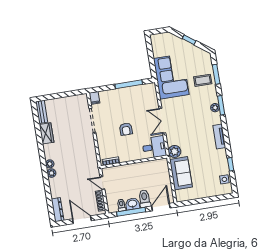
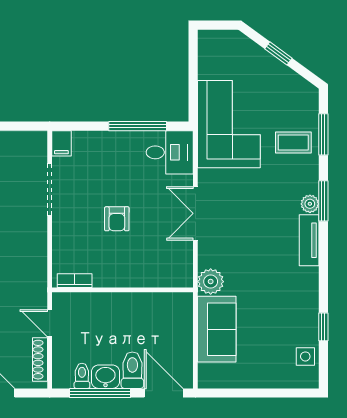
tv unit: (219, 137) -> (309, 240), moved
desk: (154, 147) -> (170, 152), moved
door: (161, 207) -> (164, 393), hinge flipped

